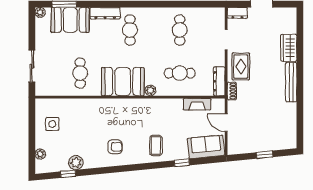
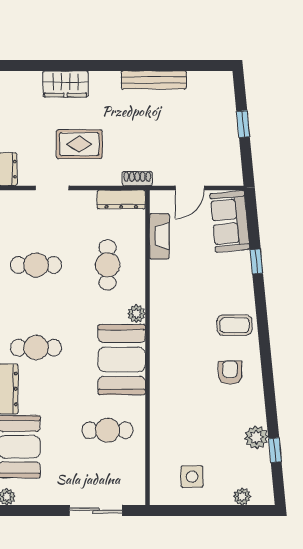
rug: (241, 66) -> (79, 144), moved
bench: (291, 82) -> (154, 80), moved
coffee table: (156, 145) -> (234, 325), moved

